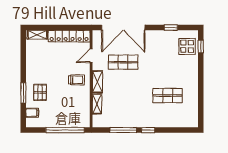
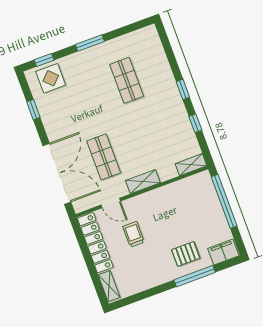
trolley: (77, 80) -> (133, 234), moved
window: (201, 80) -> (90, 43), added
window: (23, 93) -> (195, 276), width x1.44
shelving: (97, 104) -> (191, 165), moved
filing cabinet: (32, 113) -> (223, 252), width x2.00
window: (123, 130) -> (195, 123), width x0.46

